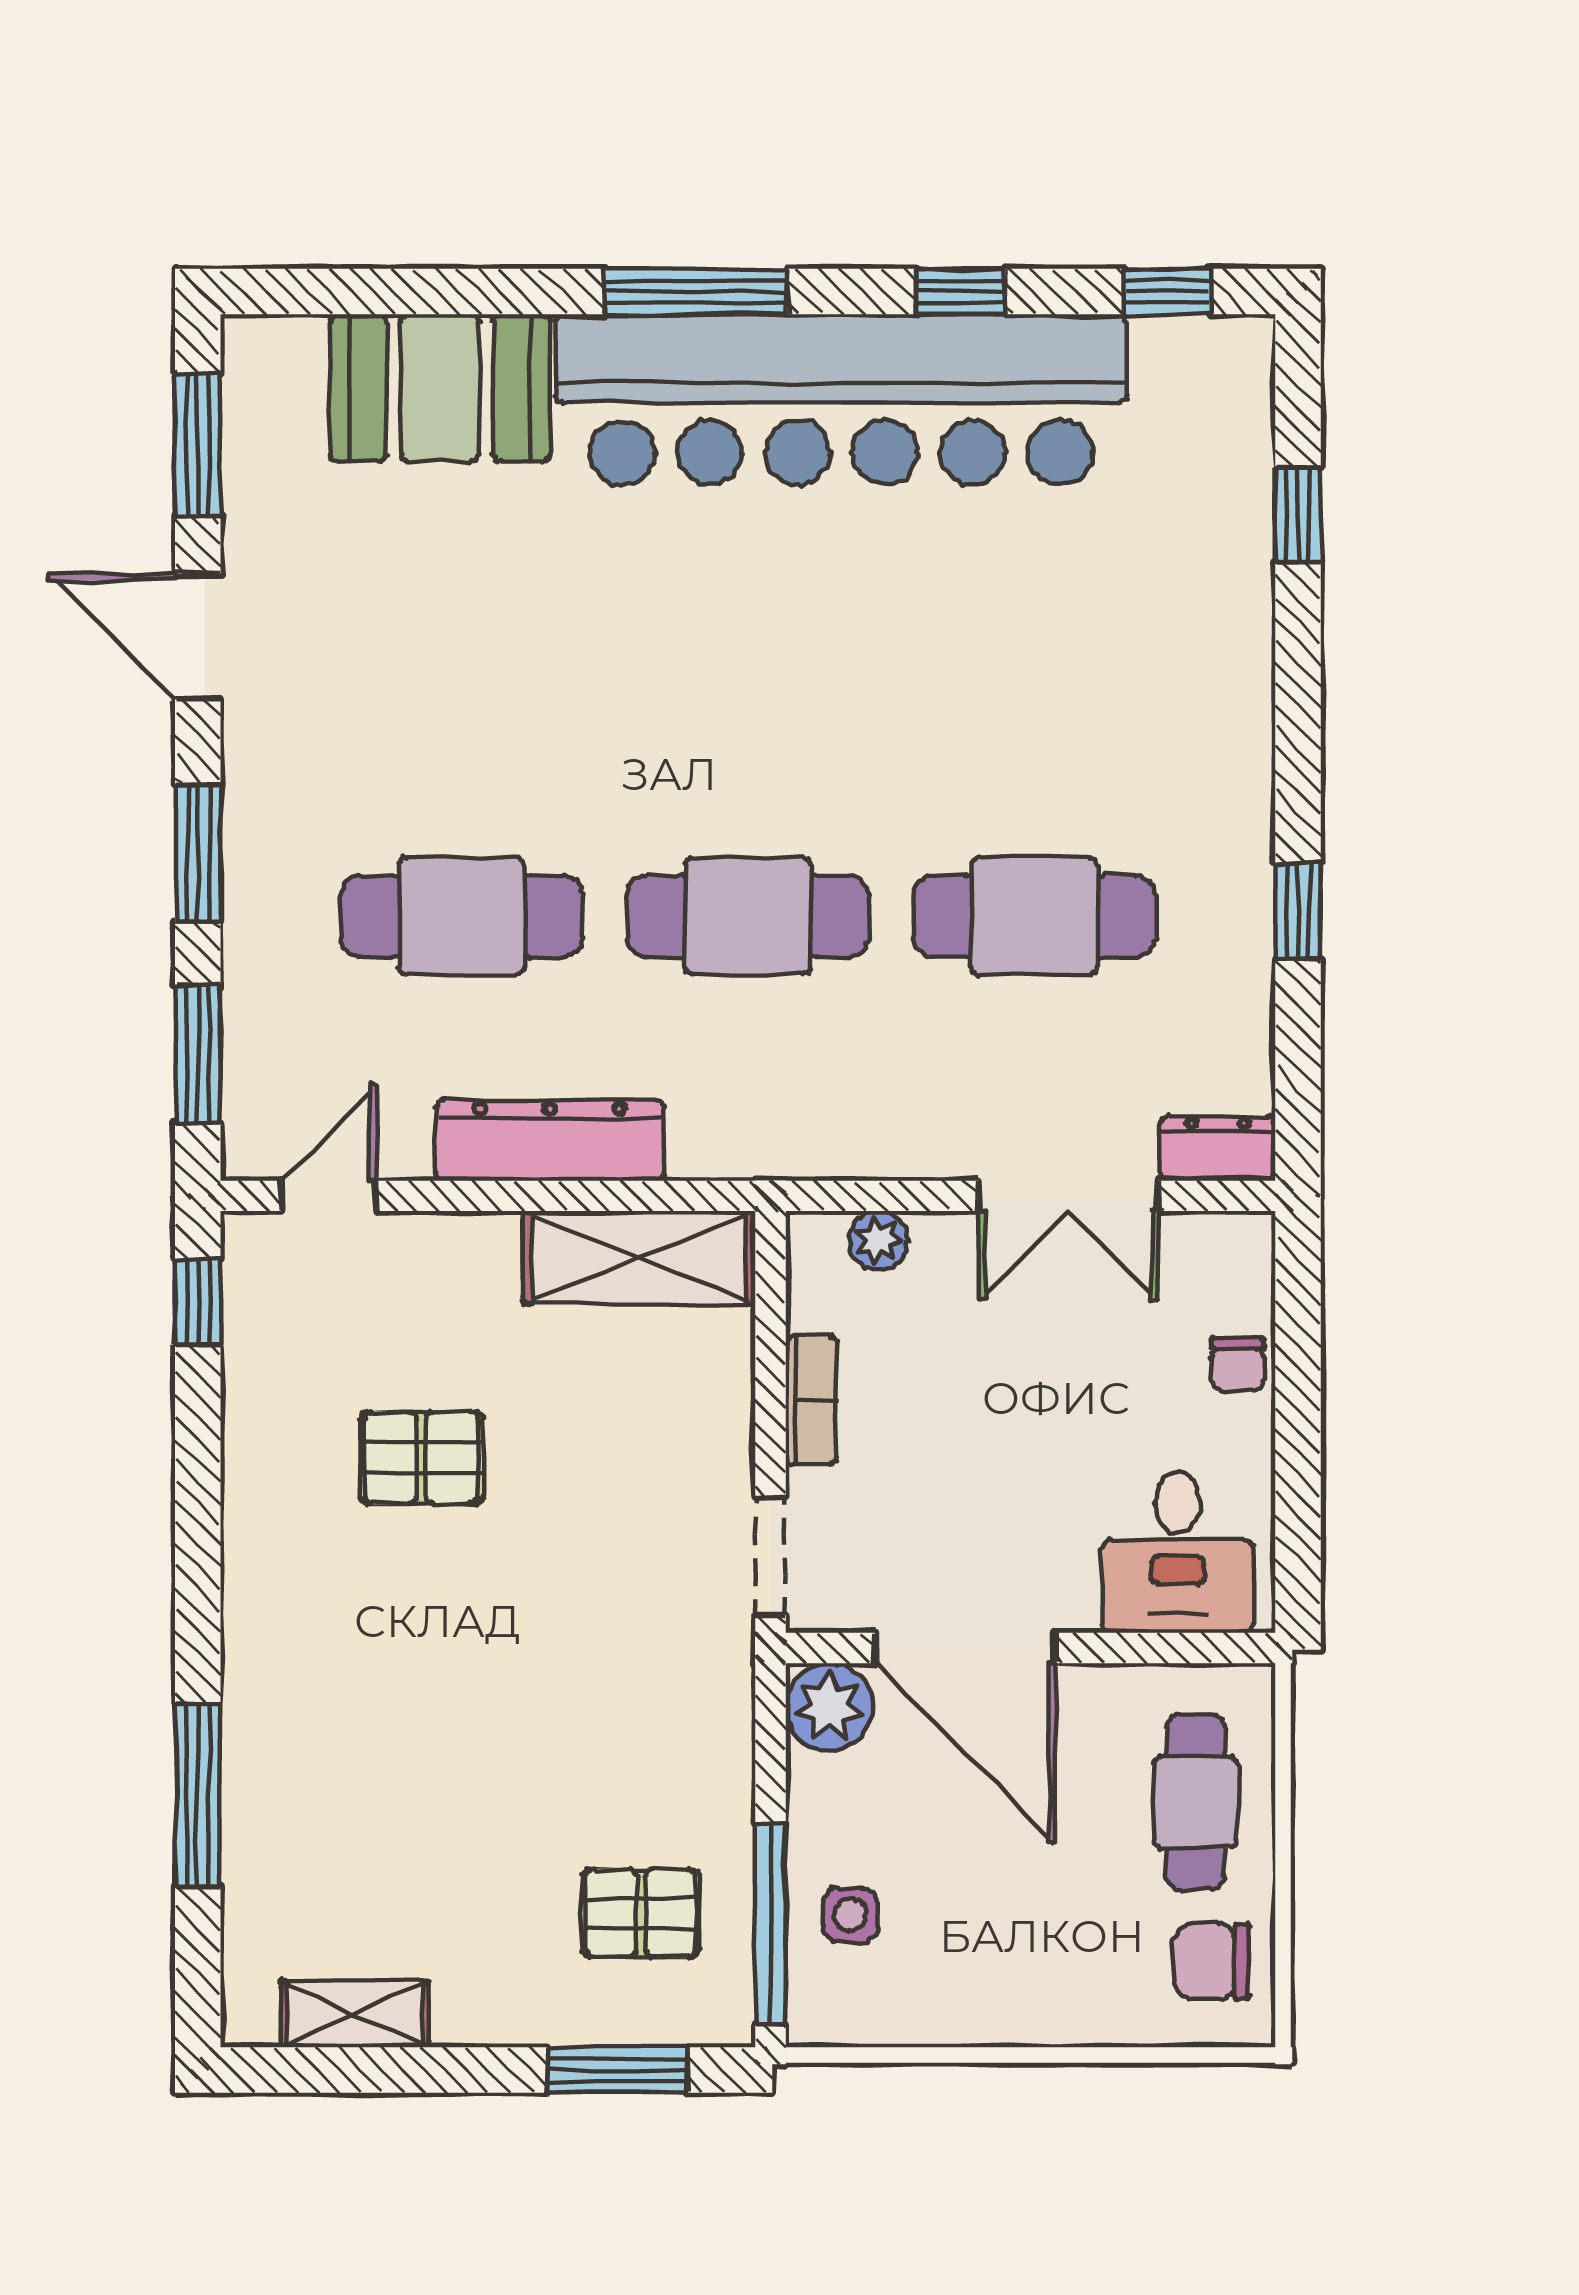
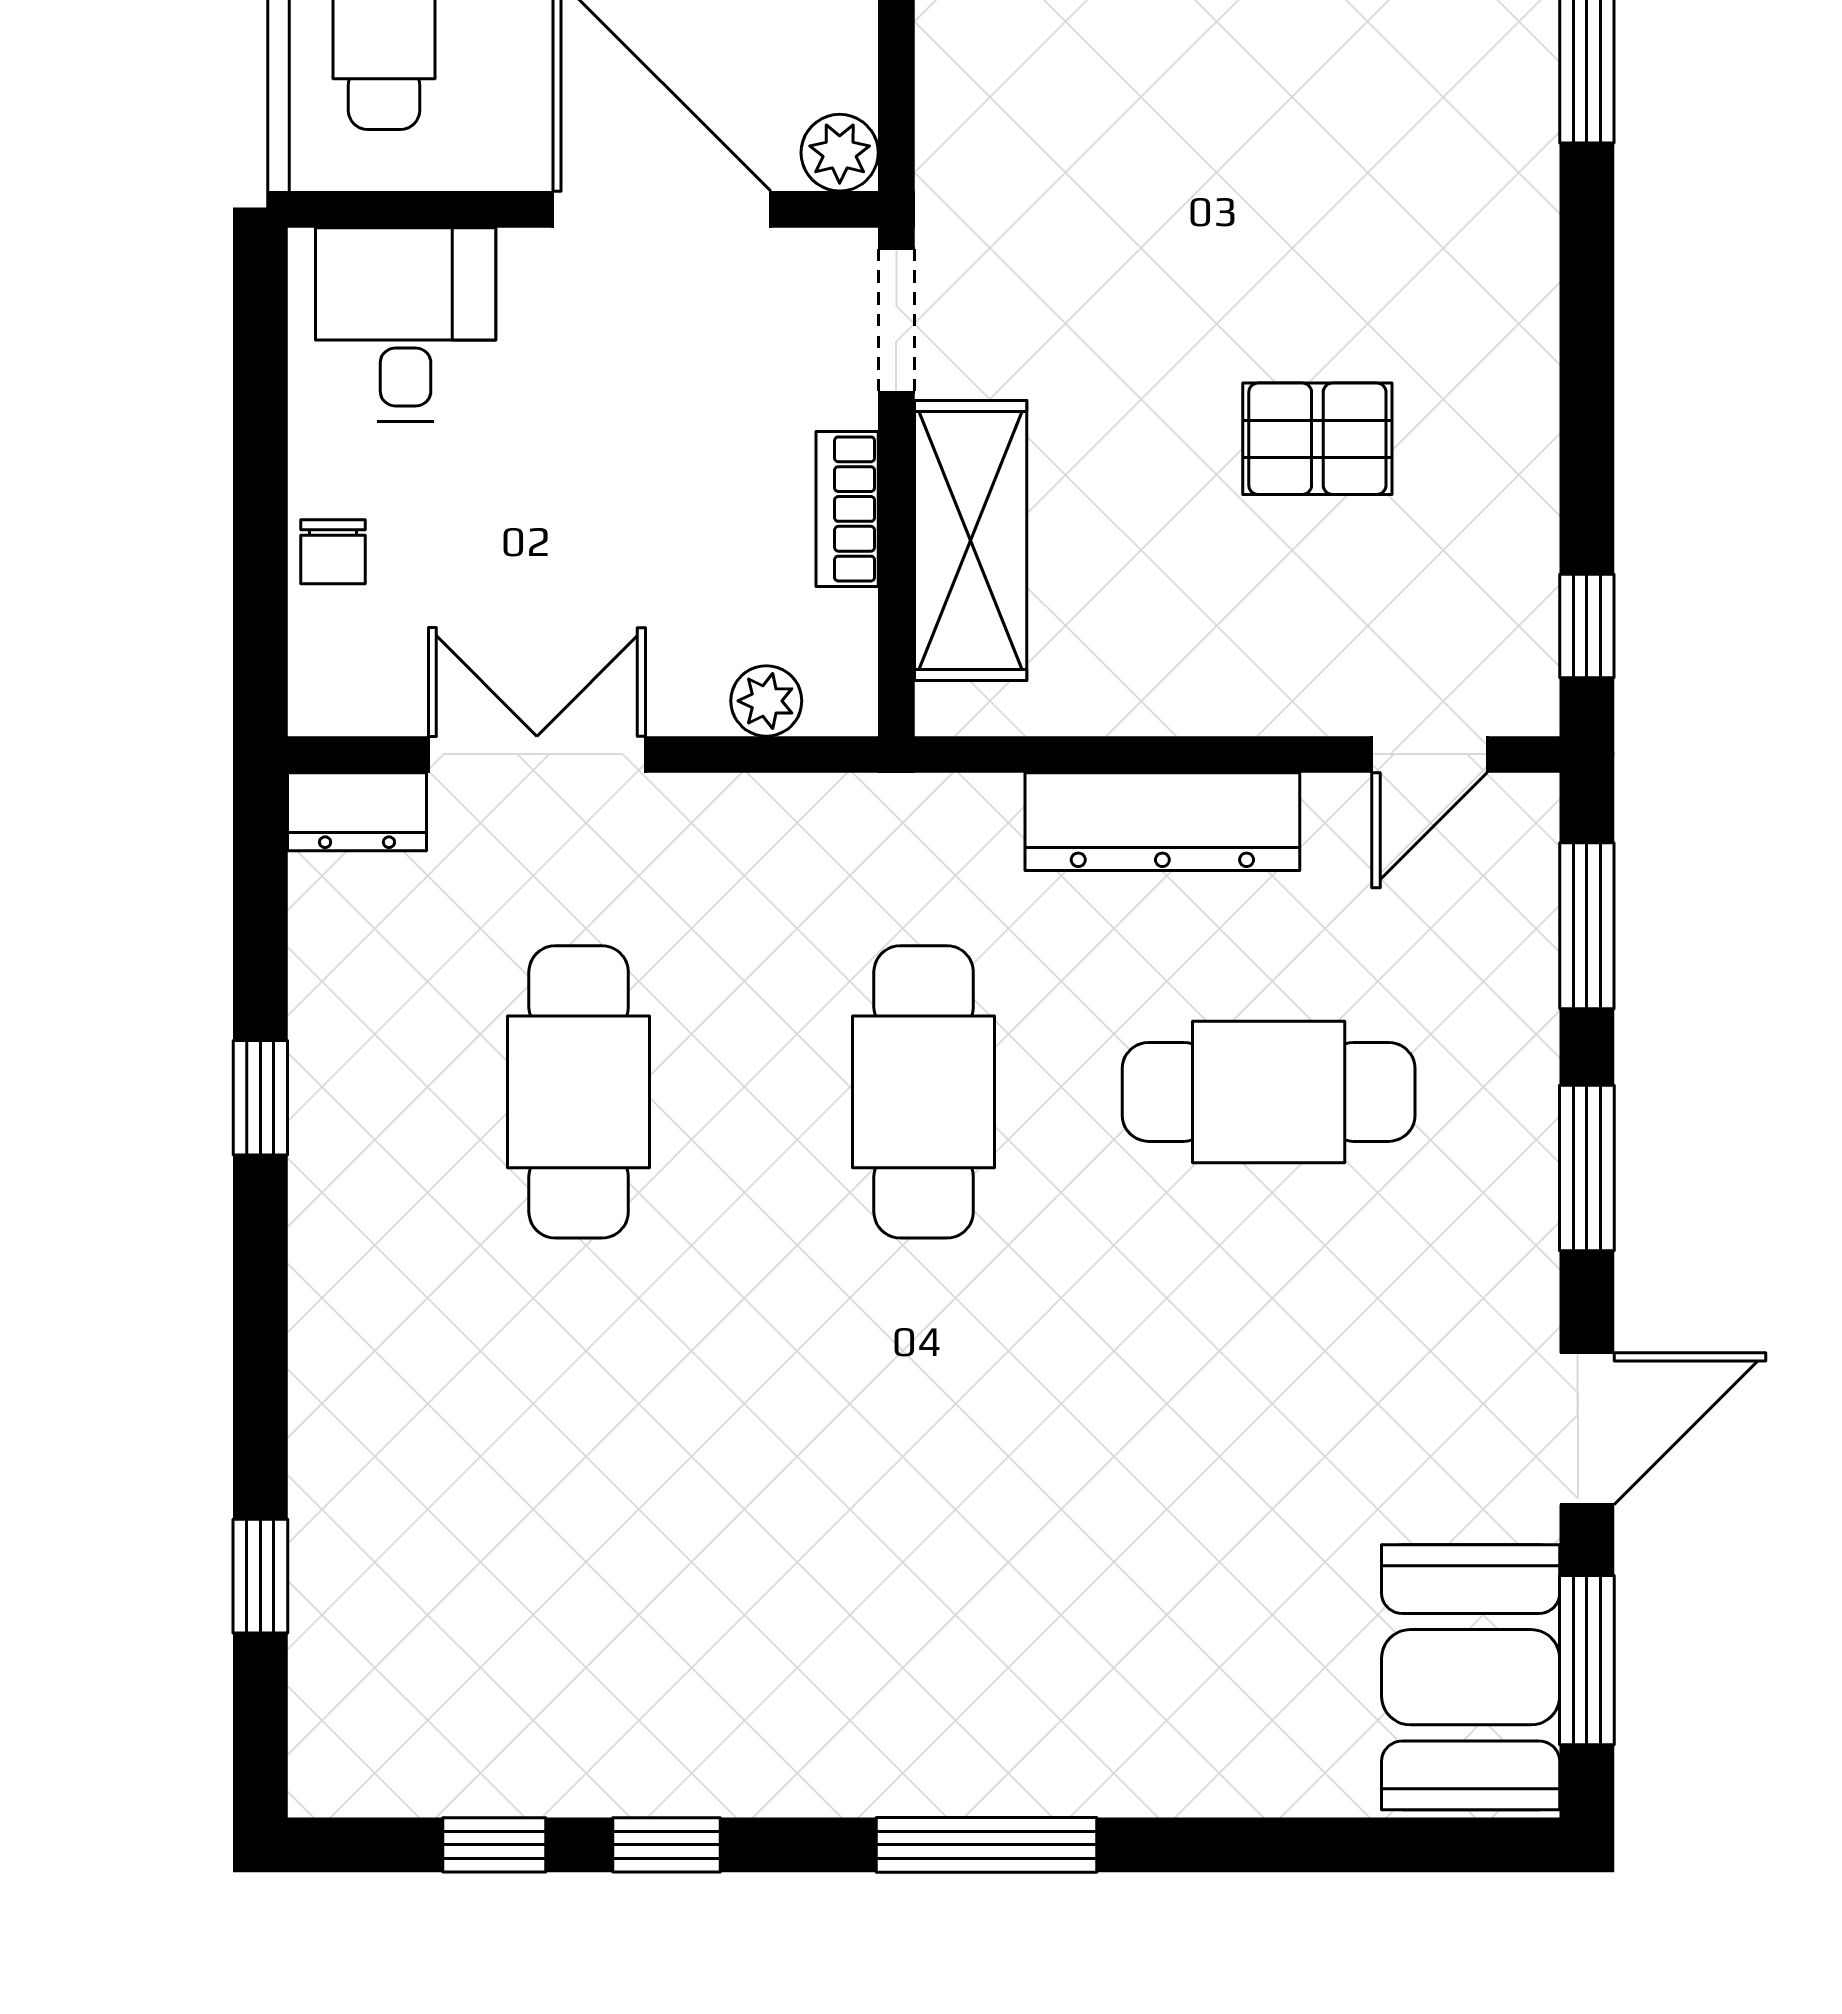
window: (1167, 292) -> (494, 1845), moved
booth: (440, 388) -> (1471, 1677), moved, turned 90
bar counter: (841, 399) -> (811, 1715), removed
door: (198, 637) -> (1587, 1429), hinge flipped
cafe table: (748, 916) -> (924, 1092), turned 90
cafe table: (1034, 916) -> (579, 1092), turned 90
shelving: (639, 1257) -> (971, 540), moved, turned 90
chair: (1238, 1364) -> (333, 552), turned 180
plant: (829, 1707) -> (840, 153), width x0.73, depth x0.73

